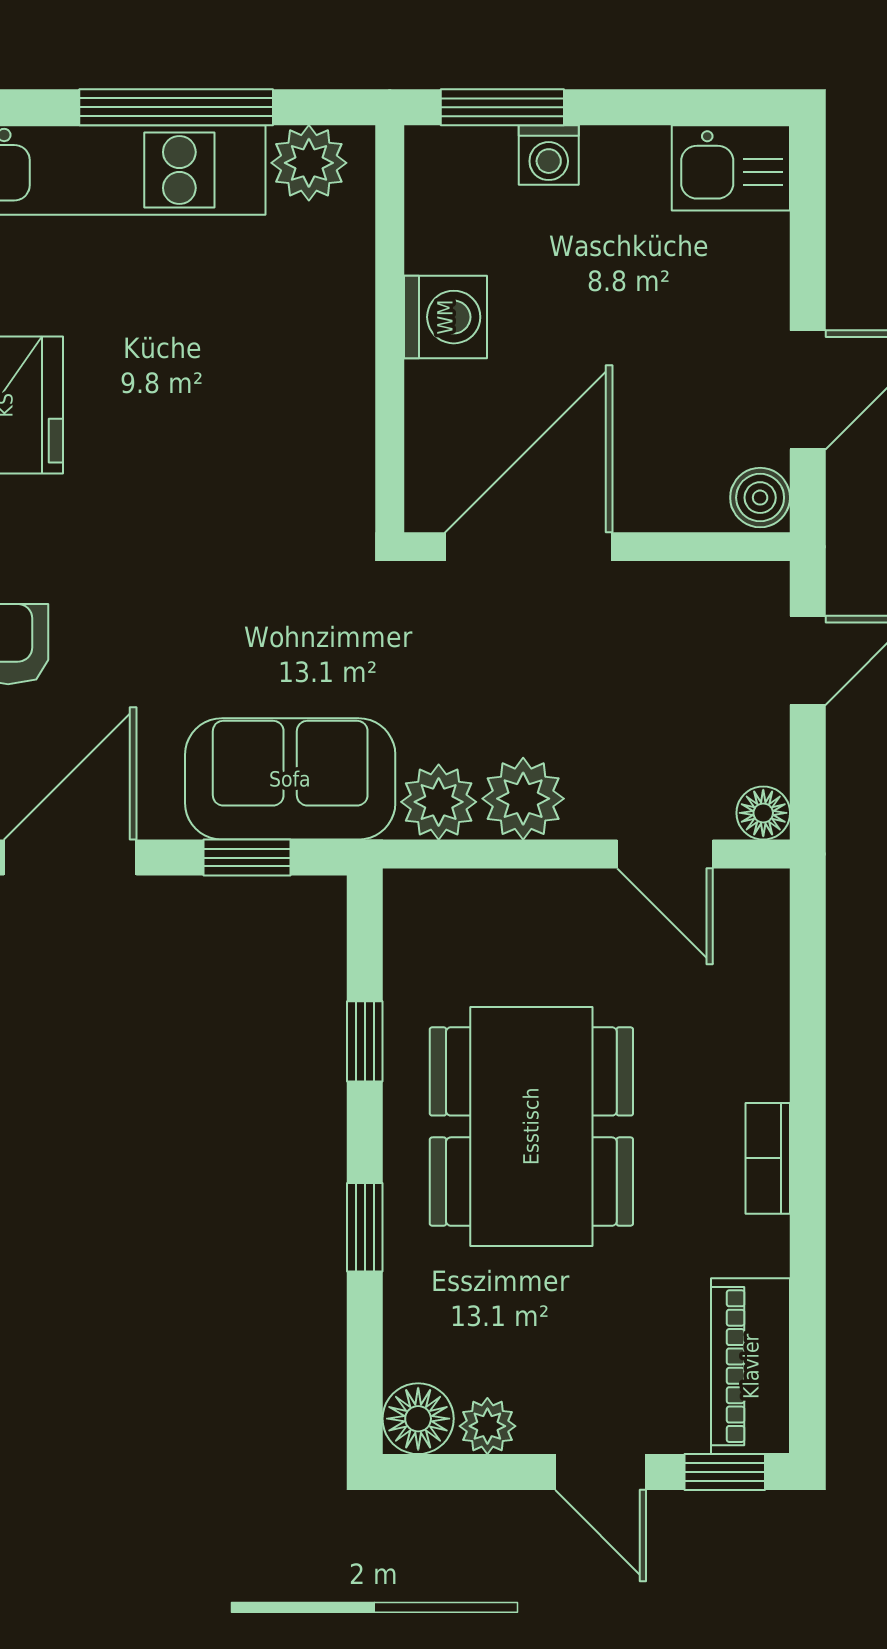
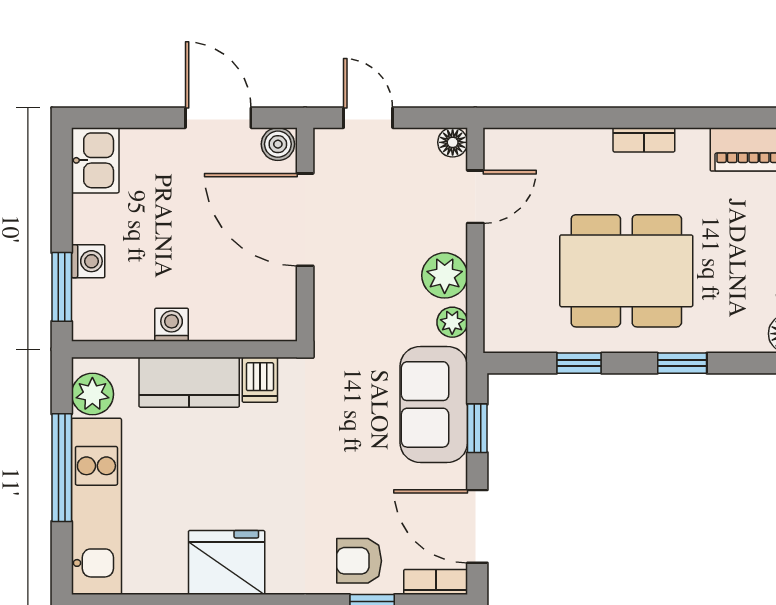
washing machine: (445, 317) -> (172, 325), width x0.73, depth x0.73
kitchen counter: (330, 337) -> (189, 382), added
dishwasher: (335, 465) -> (260, 380), added
door: (529, 547) -> (305, 220), moved
plant: (439, 802) -> (452, 322), width x0.73, depth x0.73

